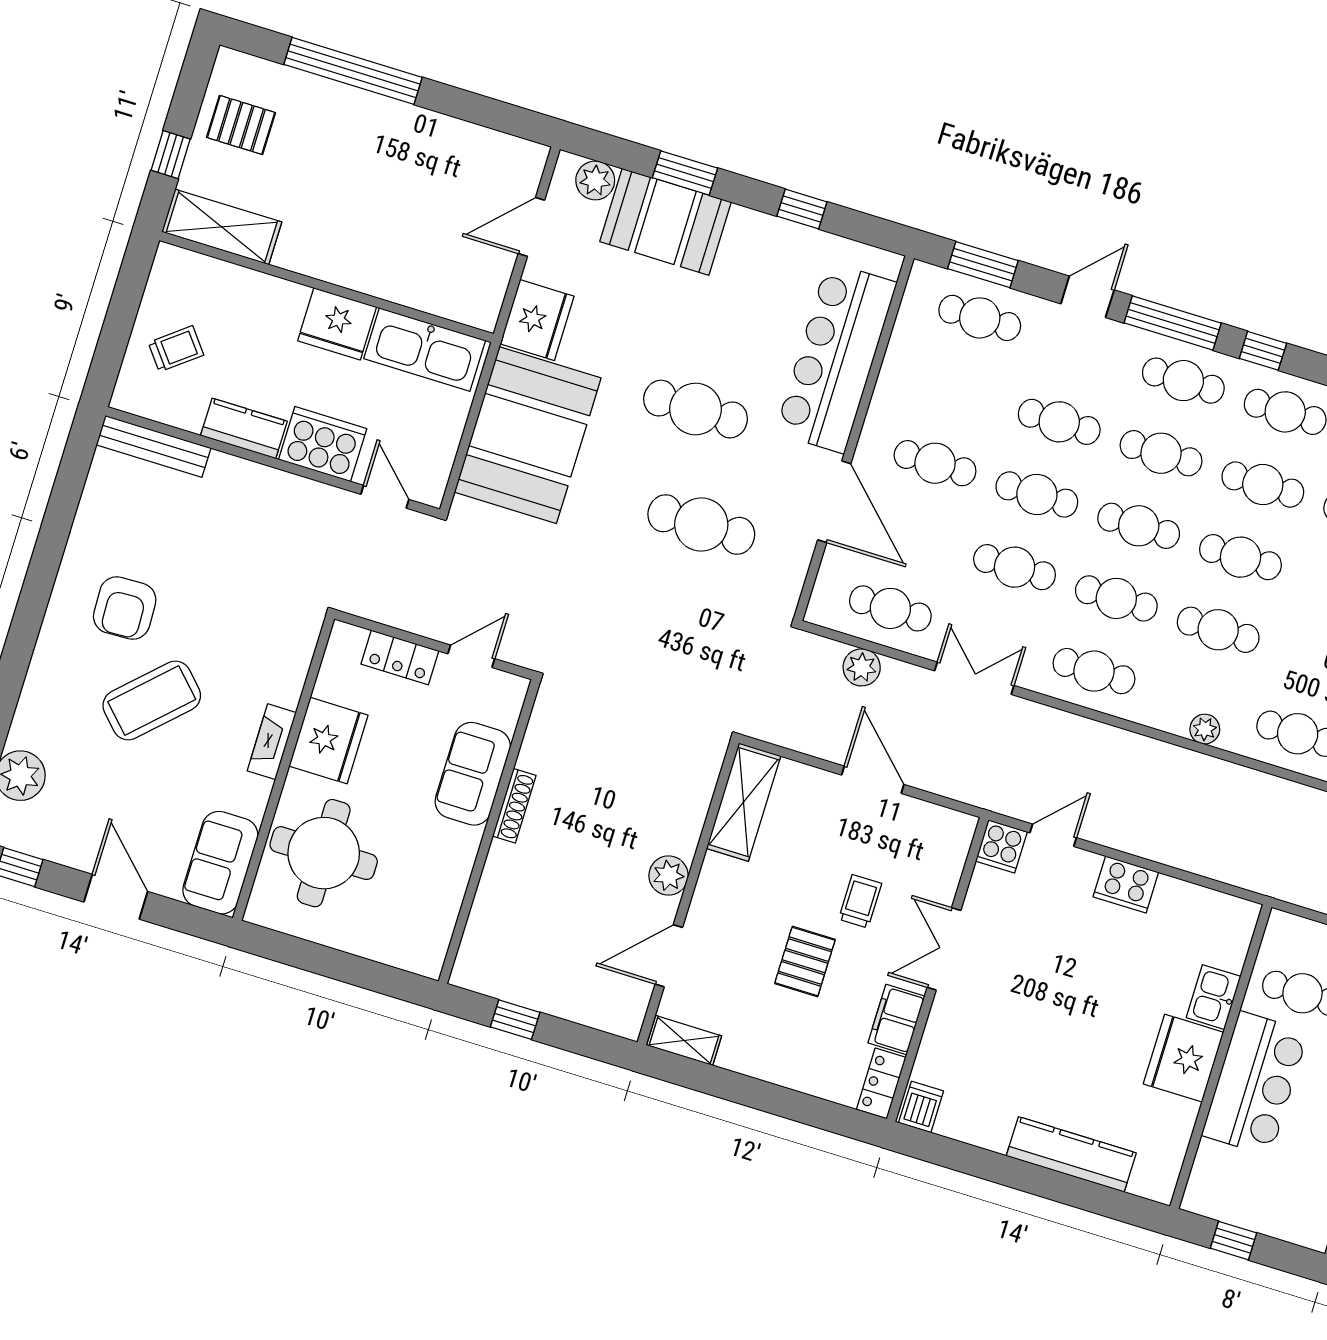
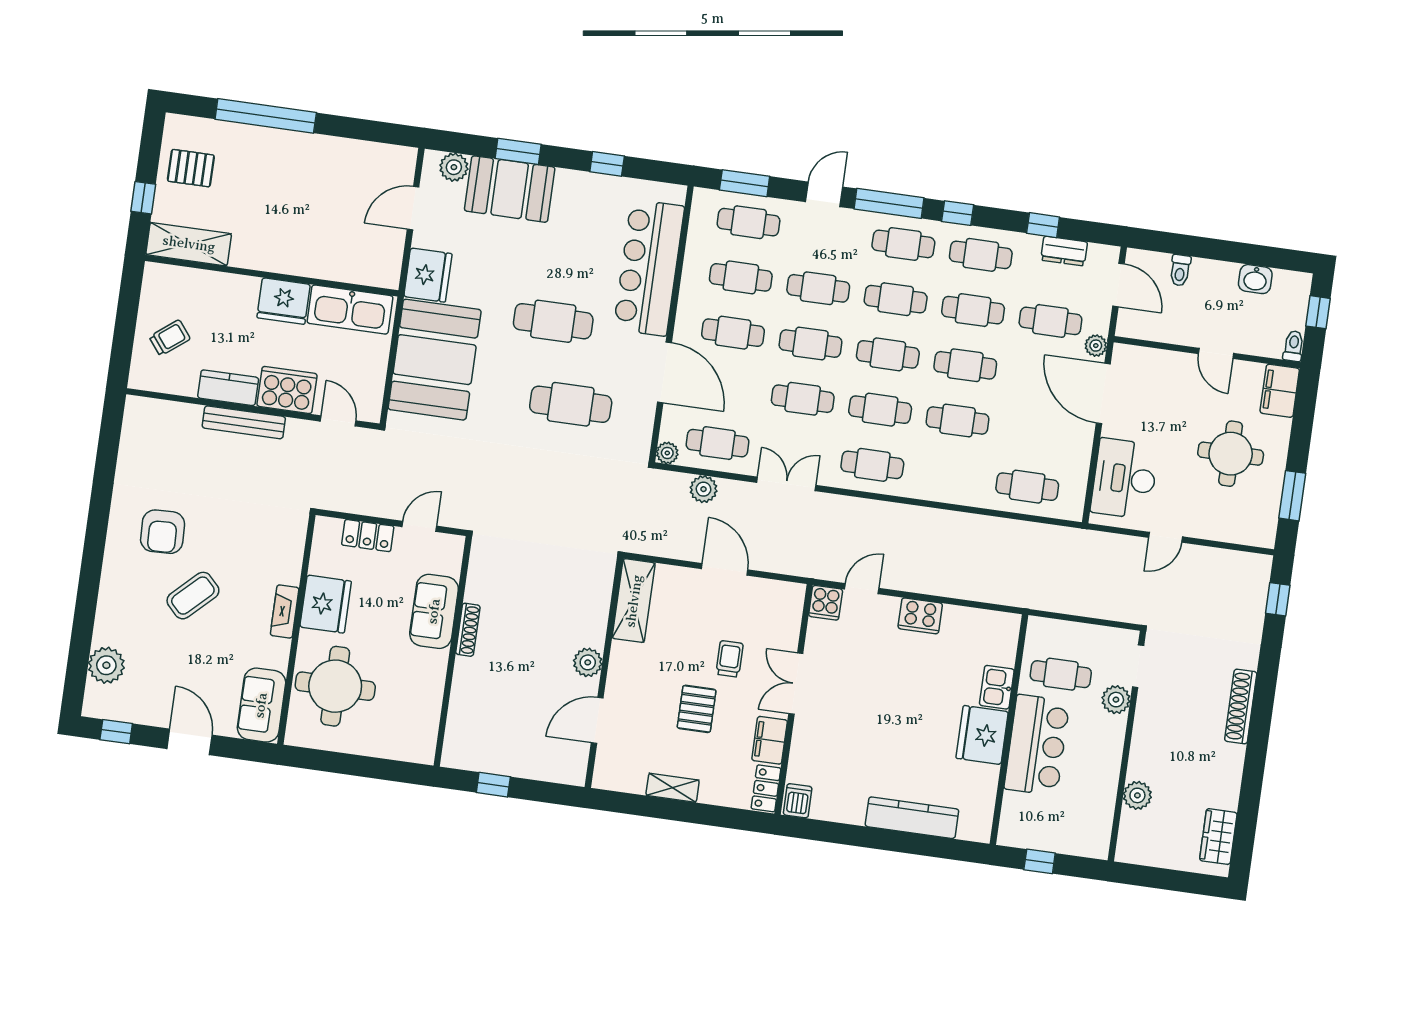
cafe table: (957, 391) -> (741, 277), added
bench: (154, 446) -> (244, 422), moved
coffee table: (152, 701) -> (193, 596), width x0.73, depth x0.76
plant: (1205, 729) -> (667, 453), moved
shelving: (684, 1040) -> (673, 788), moved

